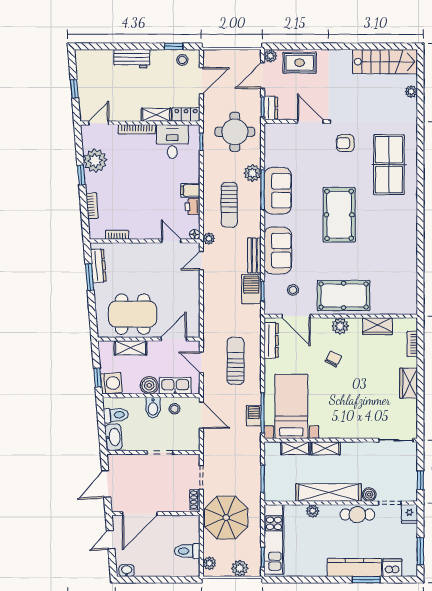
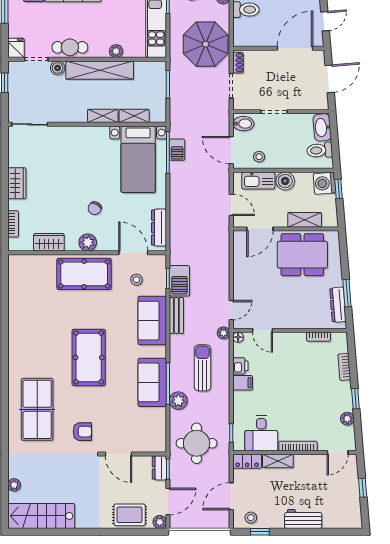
plant: (95, 161) -> (347, 419), width x0.53, depth x0.53
sun lounger: (236, 361) -> (196, 206), removed
bidet: (153, 407) -> (243, 124), moved, turned 90

